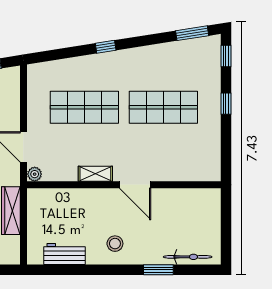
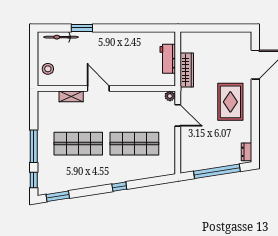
window: (226, 104) -> (34, 146), width x2.17
shelving: (95, 174) -> (71, 96), moved
stool: (115, 244) -> (48, 69), moved
workbench: (64, 254) -> (168, 59), moved, turned 90

